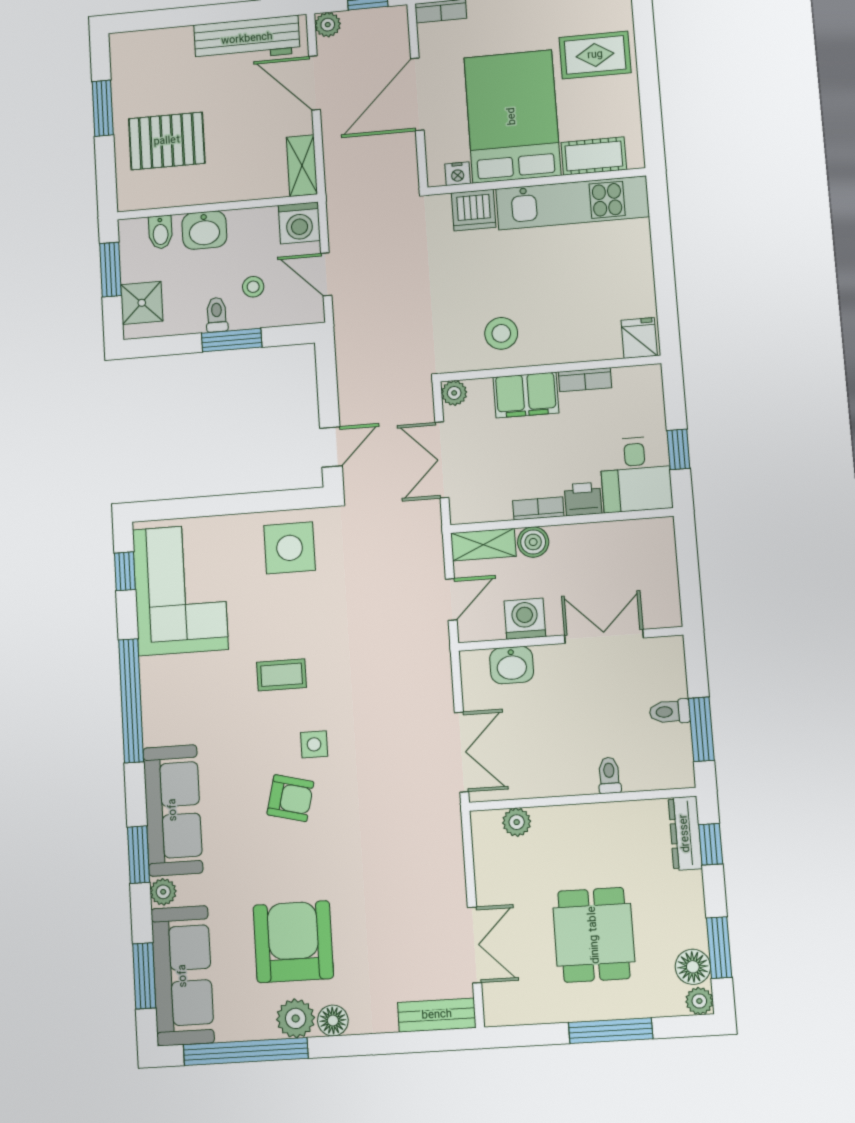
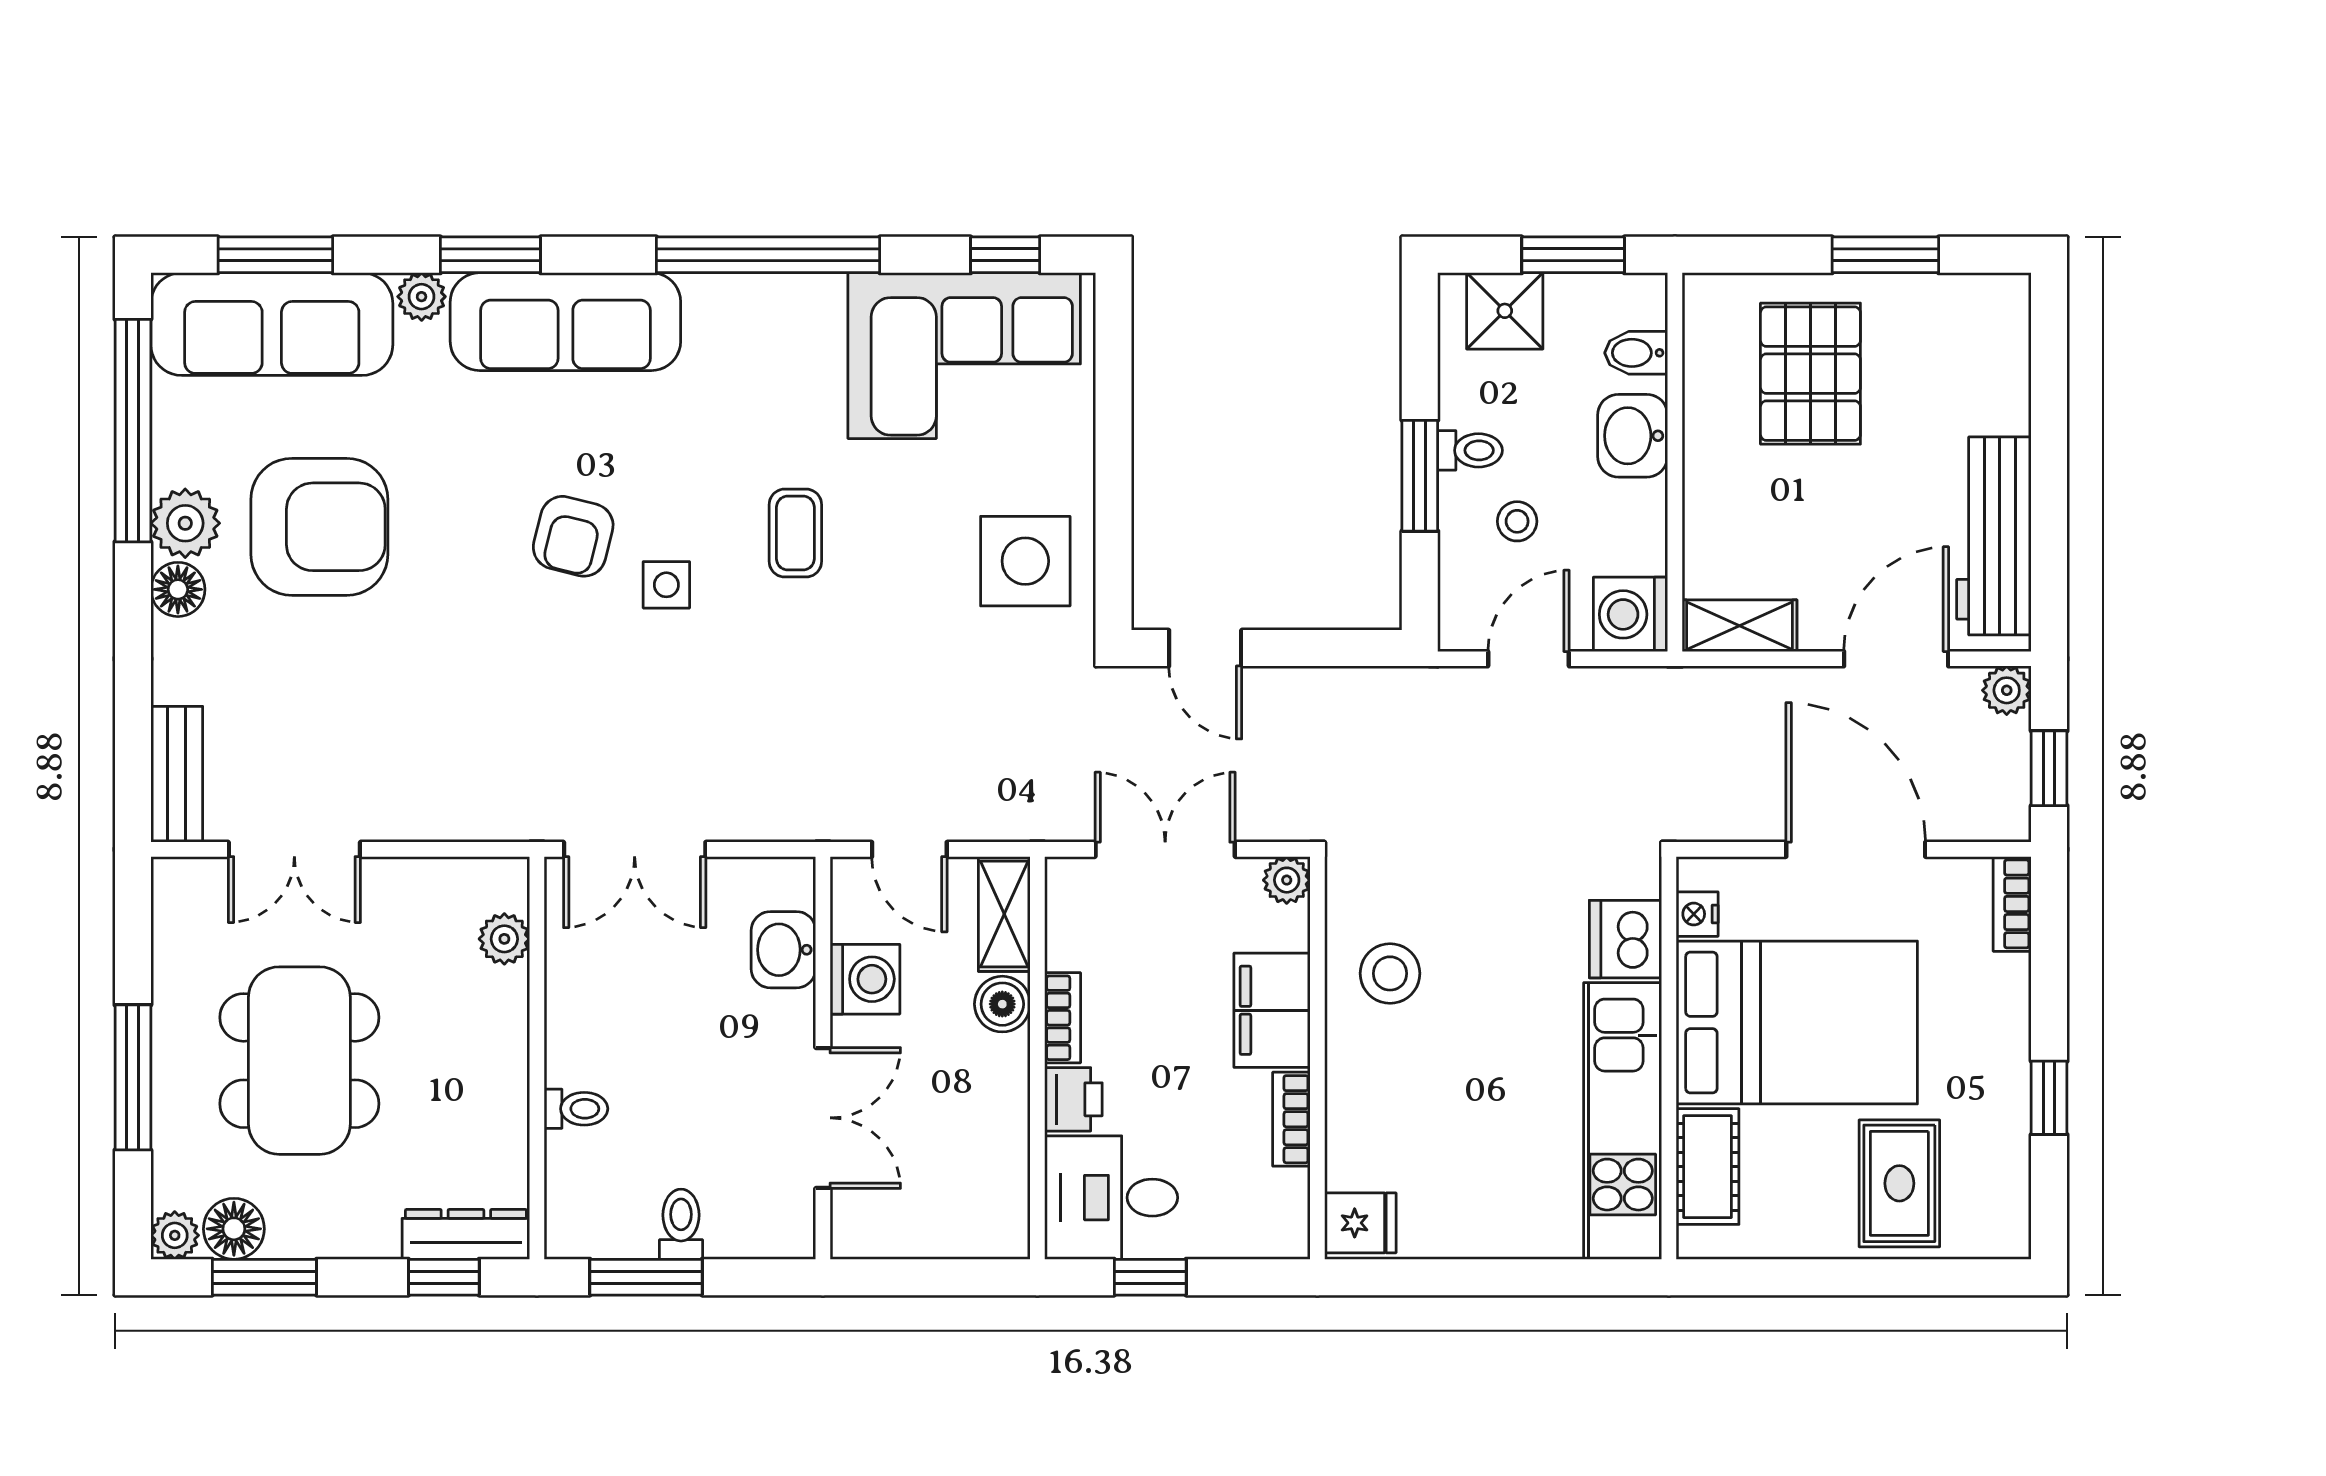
dining table: (594, 935) -> (299, 1061), width x1.37

